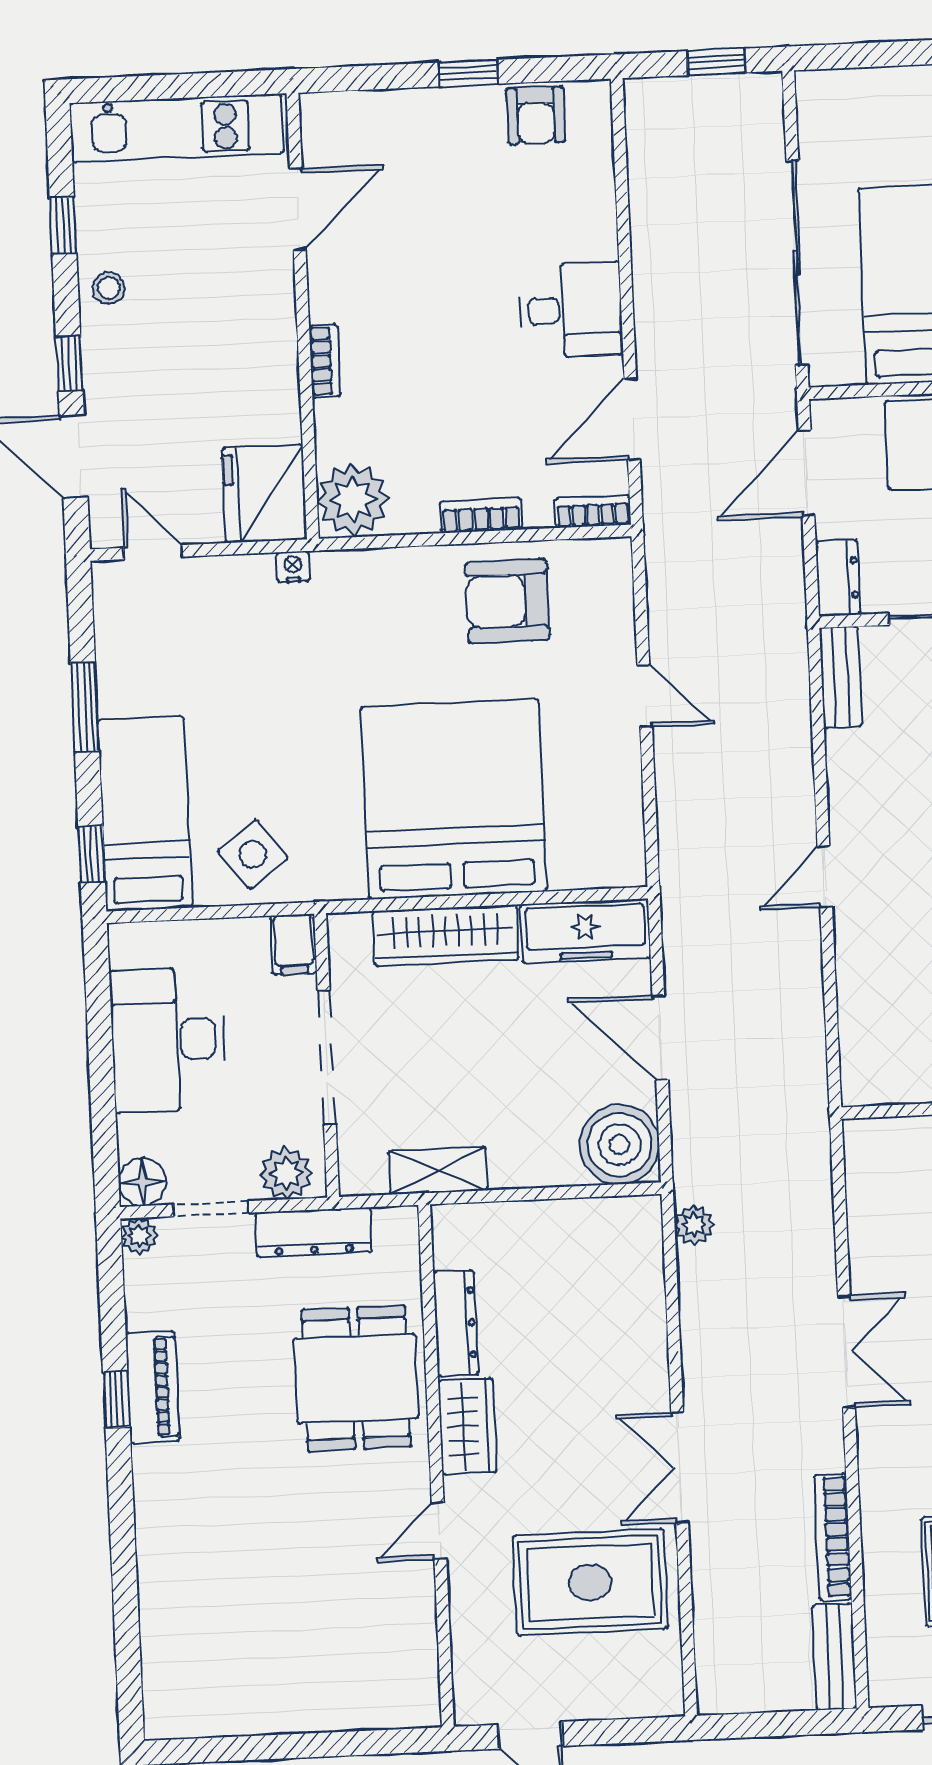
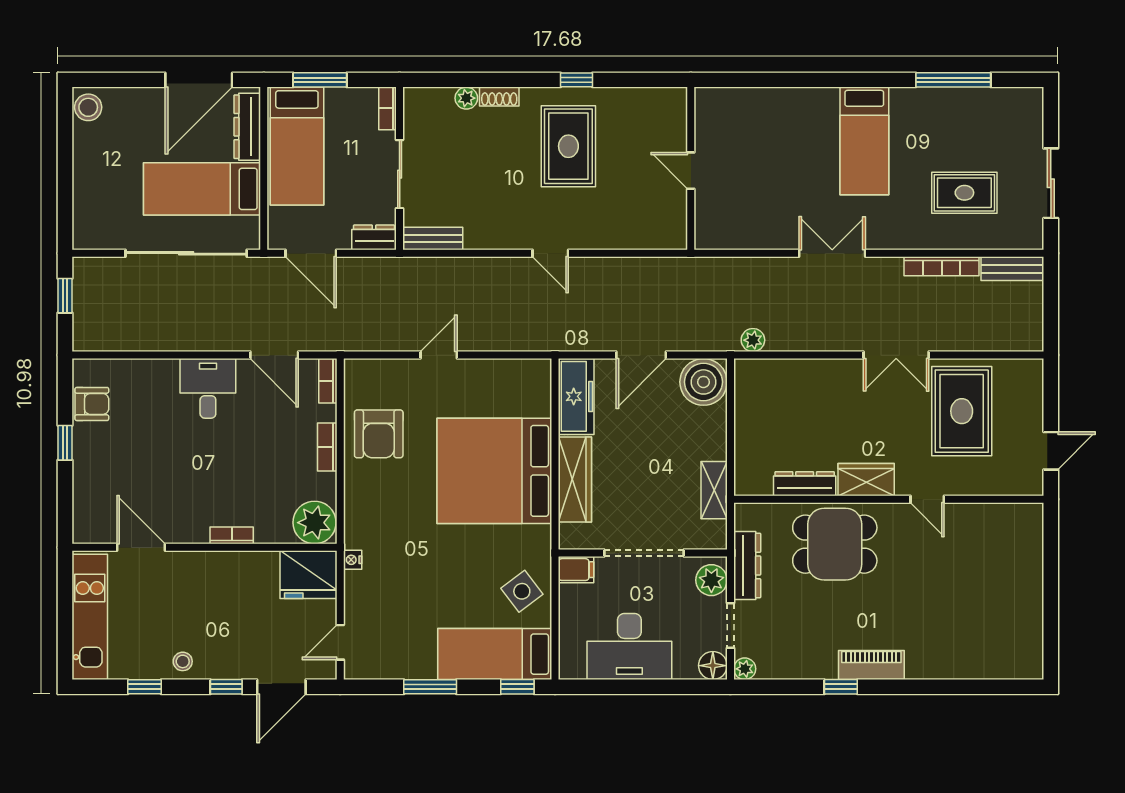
piano: (153, 1387) -> (871, 665), moved

